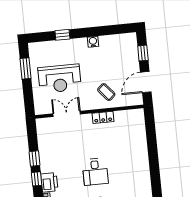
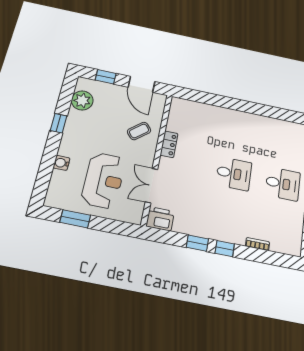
window: (62, 35) -> (59, 123), moved
water cooler: (93, 42) -> (61, 163), moved
plant: (117, 42) -> (82, 100), added
printer: (49, 182) -> (160, 219), moved

